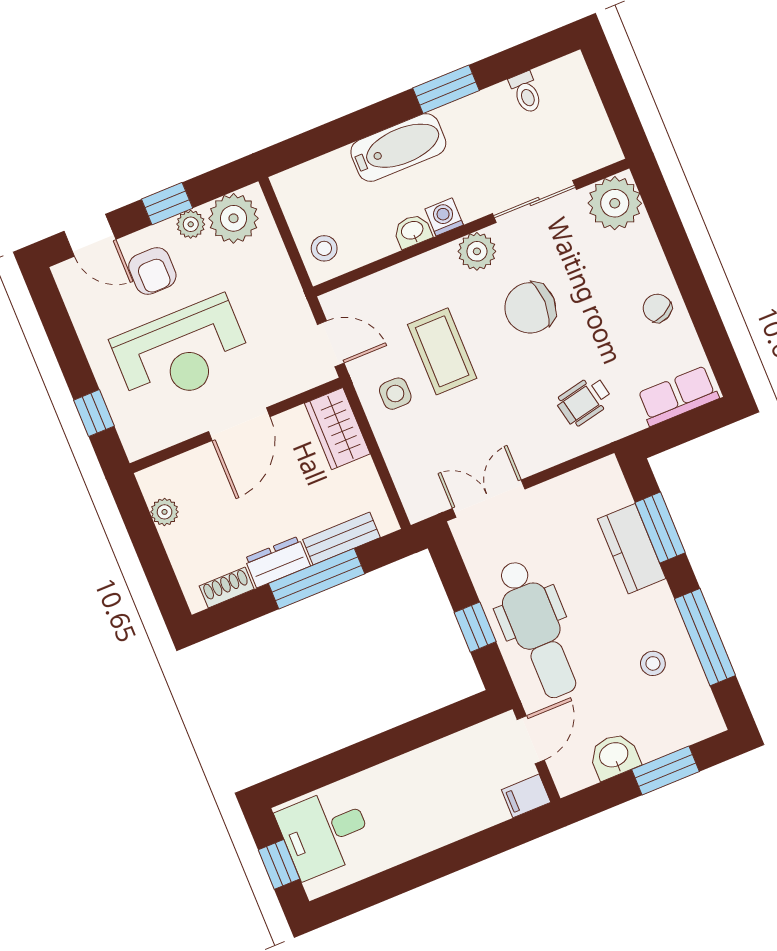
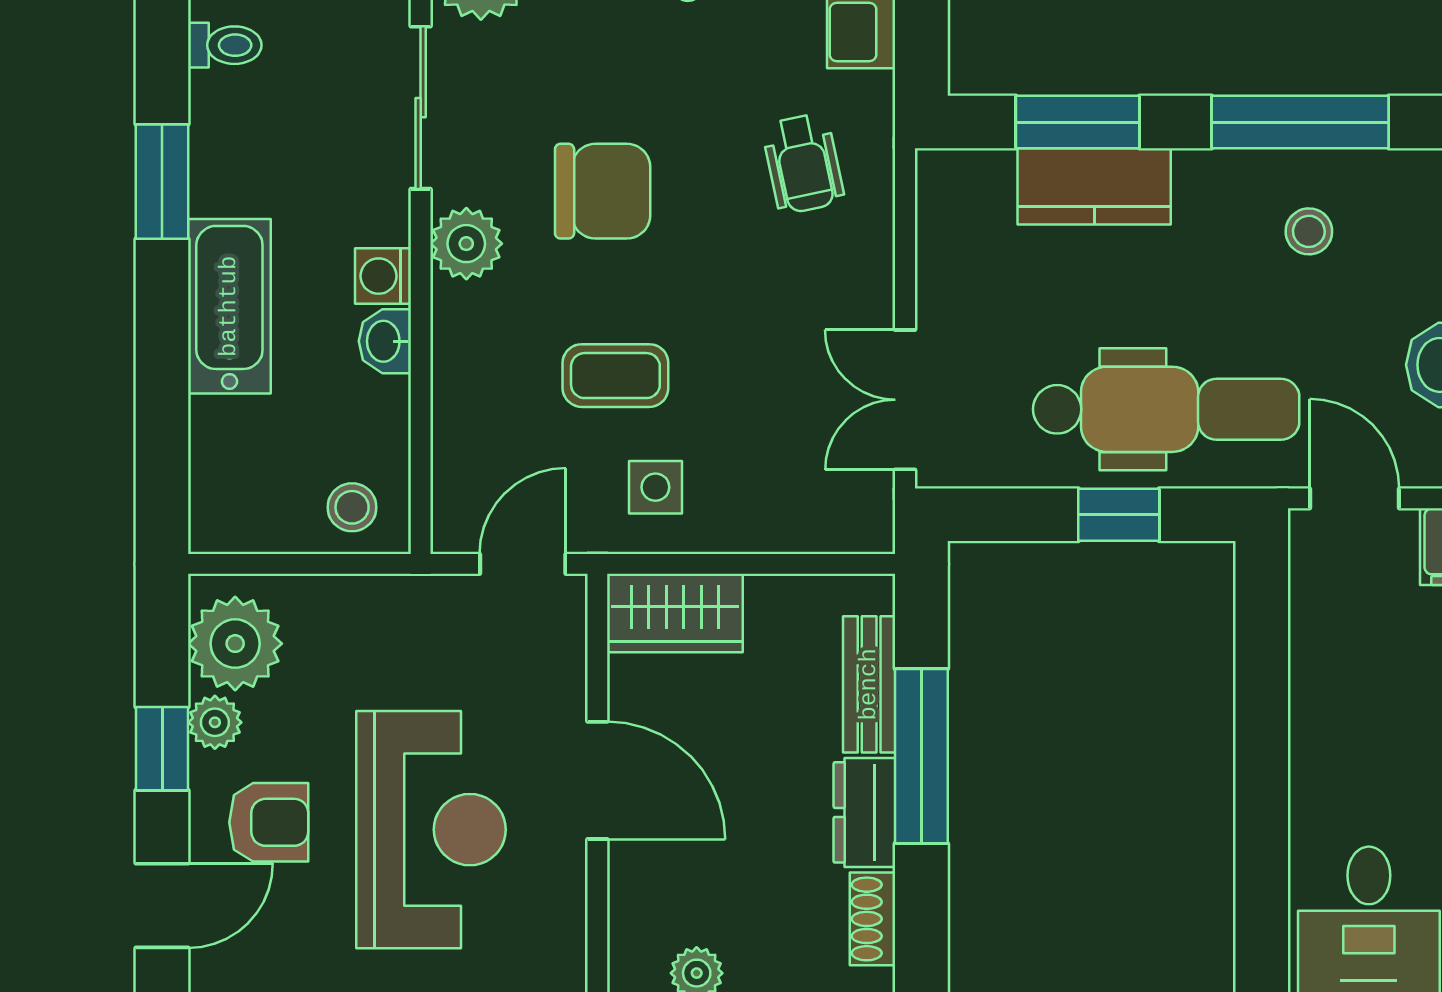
chair: (530, 308) -> (603, 191), turned -90
coffee table: (442, 351) -> (615, 376), width x0.73, depth x0.77

